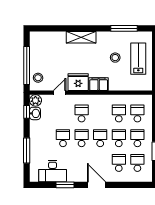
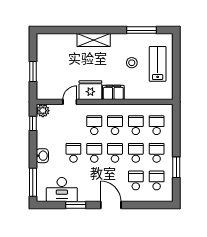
window: (27, 65) -> (33, 72), width x0.47
stool: (38, 78) -> (46, 85), removed
washbasin: (35, 113) -> (42, 156), moved
school desk: (100, 113) -> (115, 125), added
window: (27, 150) -> (33, 182), moved

